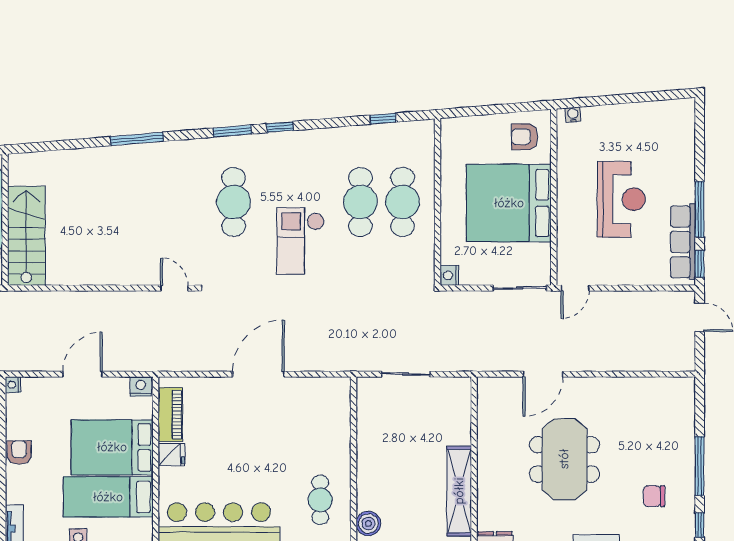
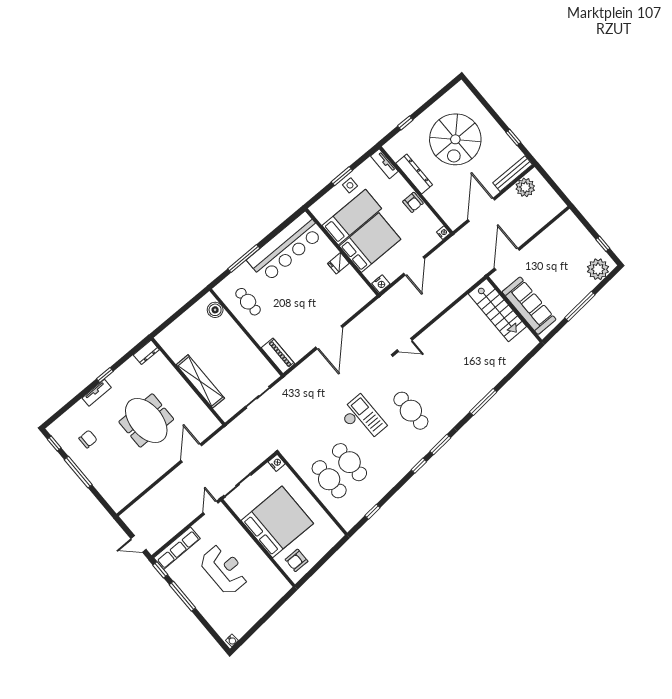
water cooler: (573, 115) -> (232, 640), moved
armchair: (525, 137) -> (297, 560), turned 180
reception desk: (621, 199) -> (224, 569), turned 180
row of seats: (683, 242) -> (177, 548), moved, turned 90
piano: (170, 415) -> (278, 356), moved, turned 180
shelving: (459, 491) -> (200, 381), moved

